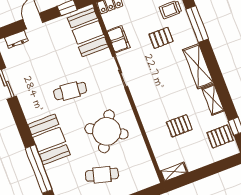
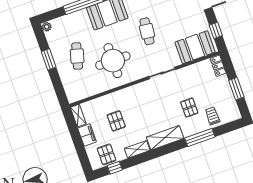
filing cabinet: (118, 39) -> (87, 135), moved, turned -90
round table: (107, 131) -> (113, 61), turned -30

